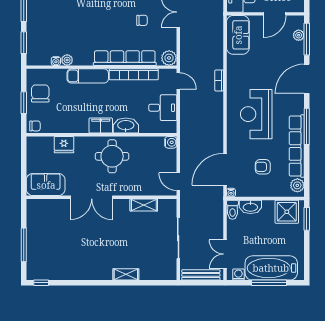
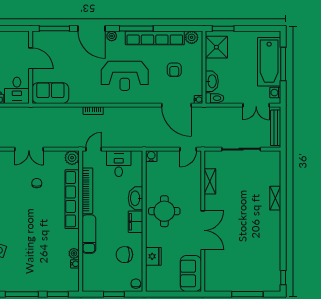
plant: (299, 35) -> (112, 36), moved
chair: (40, 93) -> (124, 255), moved

